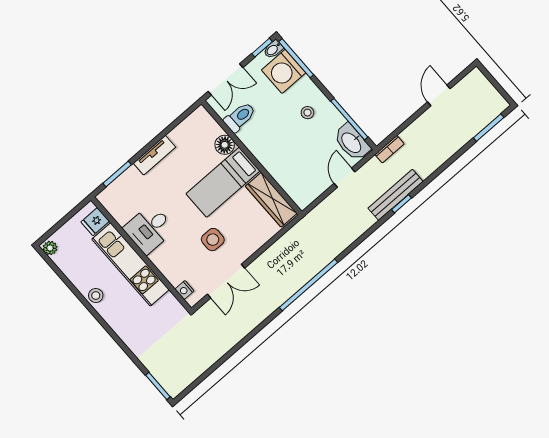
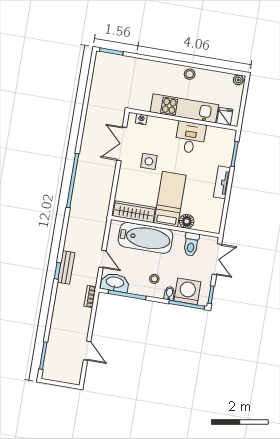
bidet: (273, 49) -> (169, 293), moved
double door: (226, 79) -> (217, 259), swing flipped
bathtub: (282, 163) -> (146, 238), added
bench: (396, 195) -> (66, 267), width x0.73

